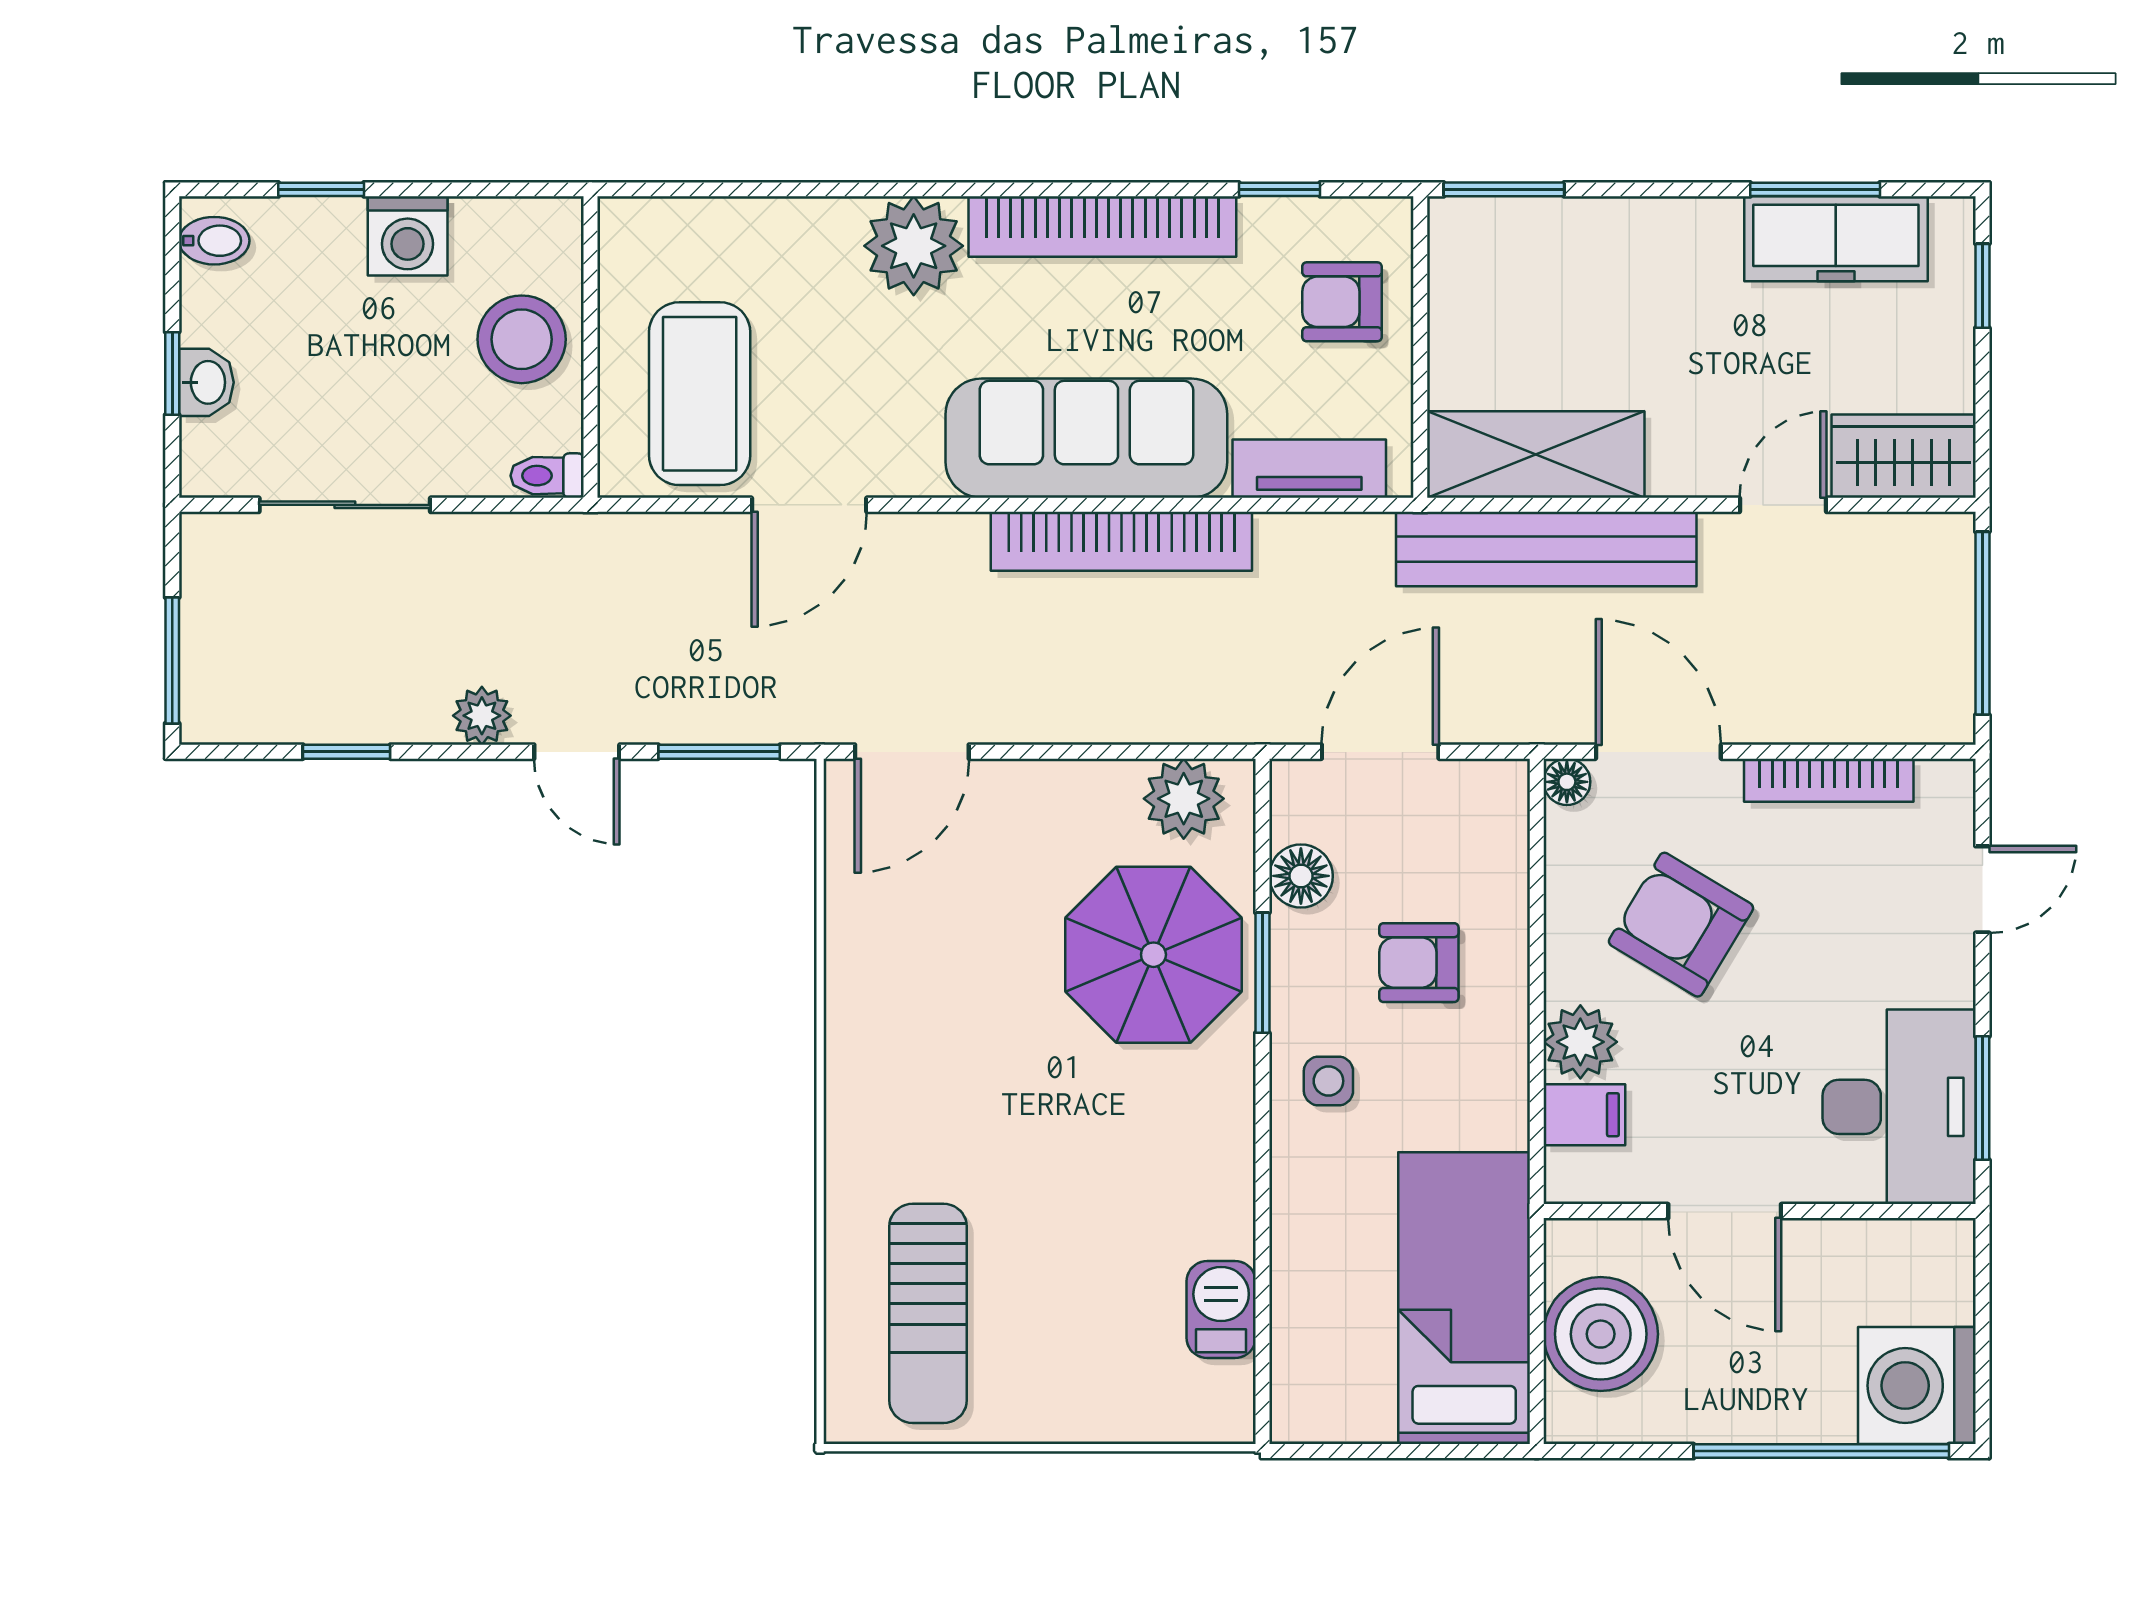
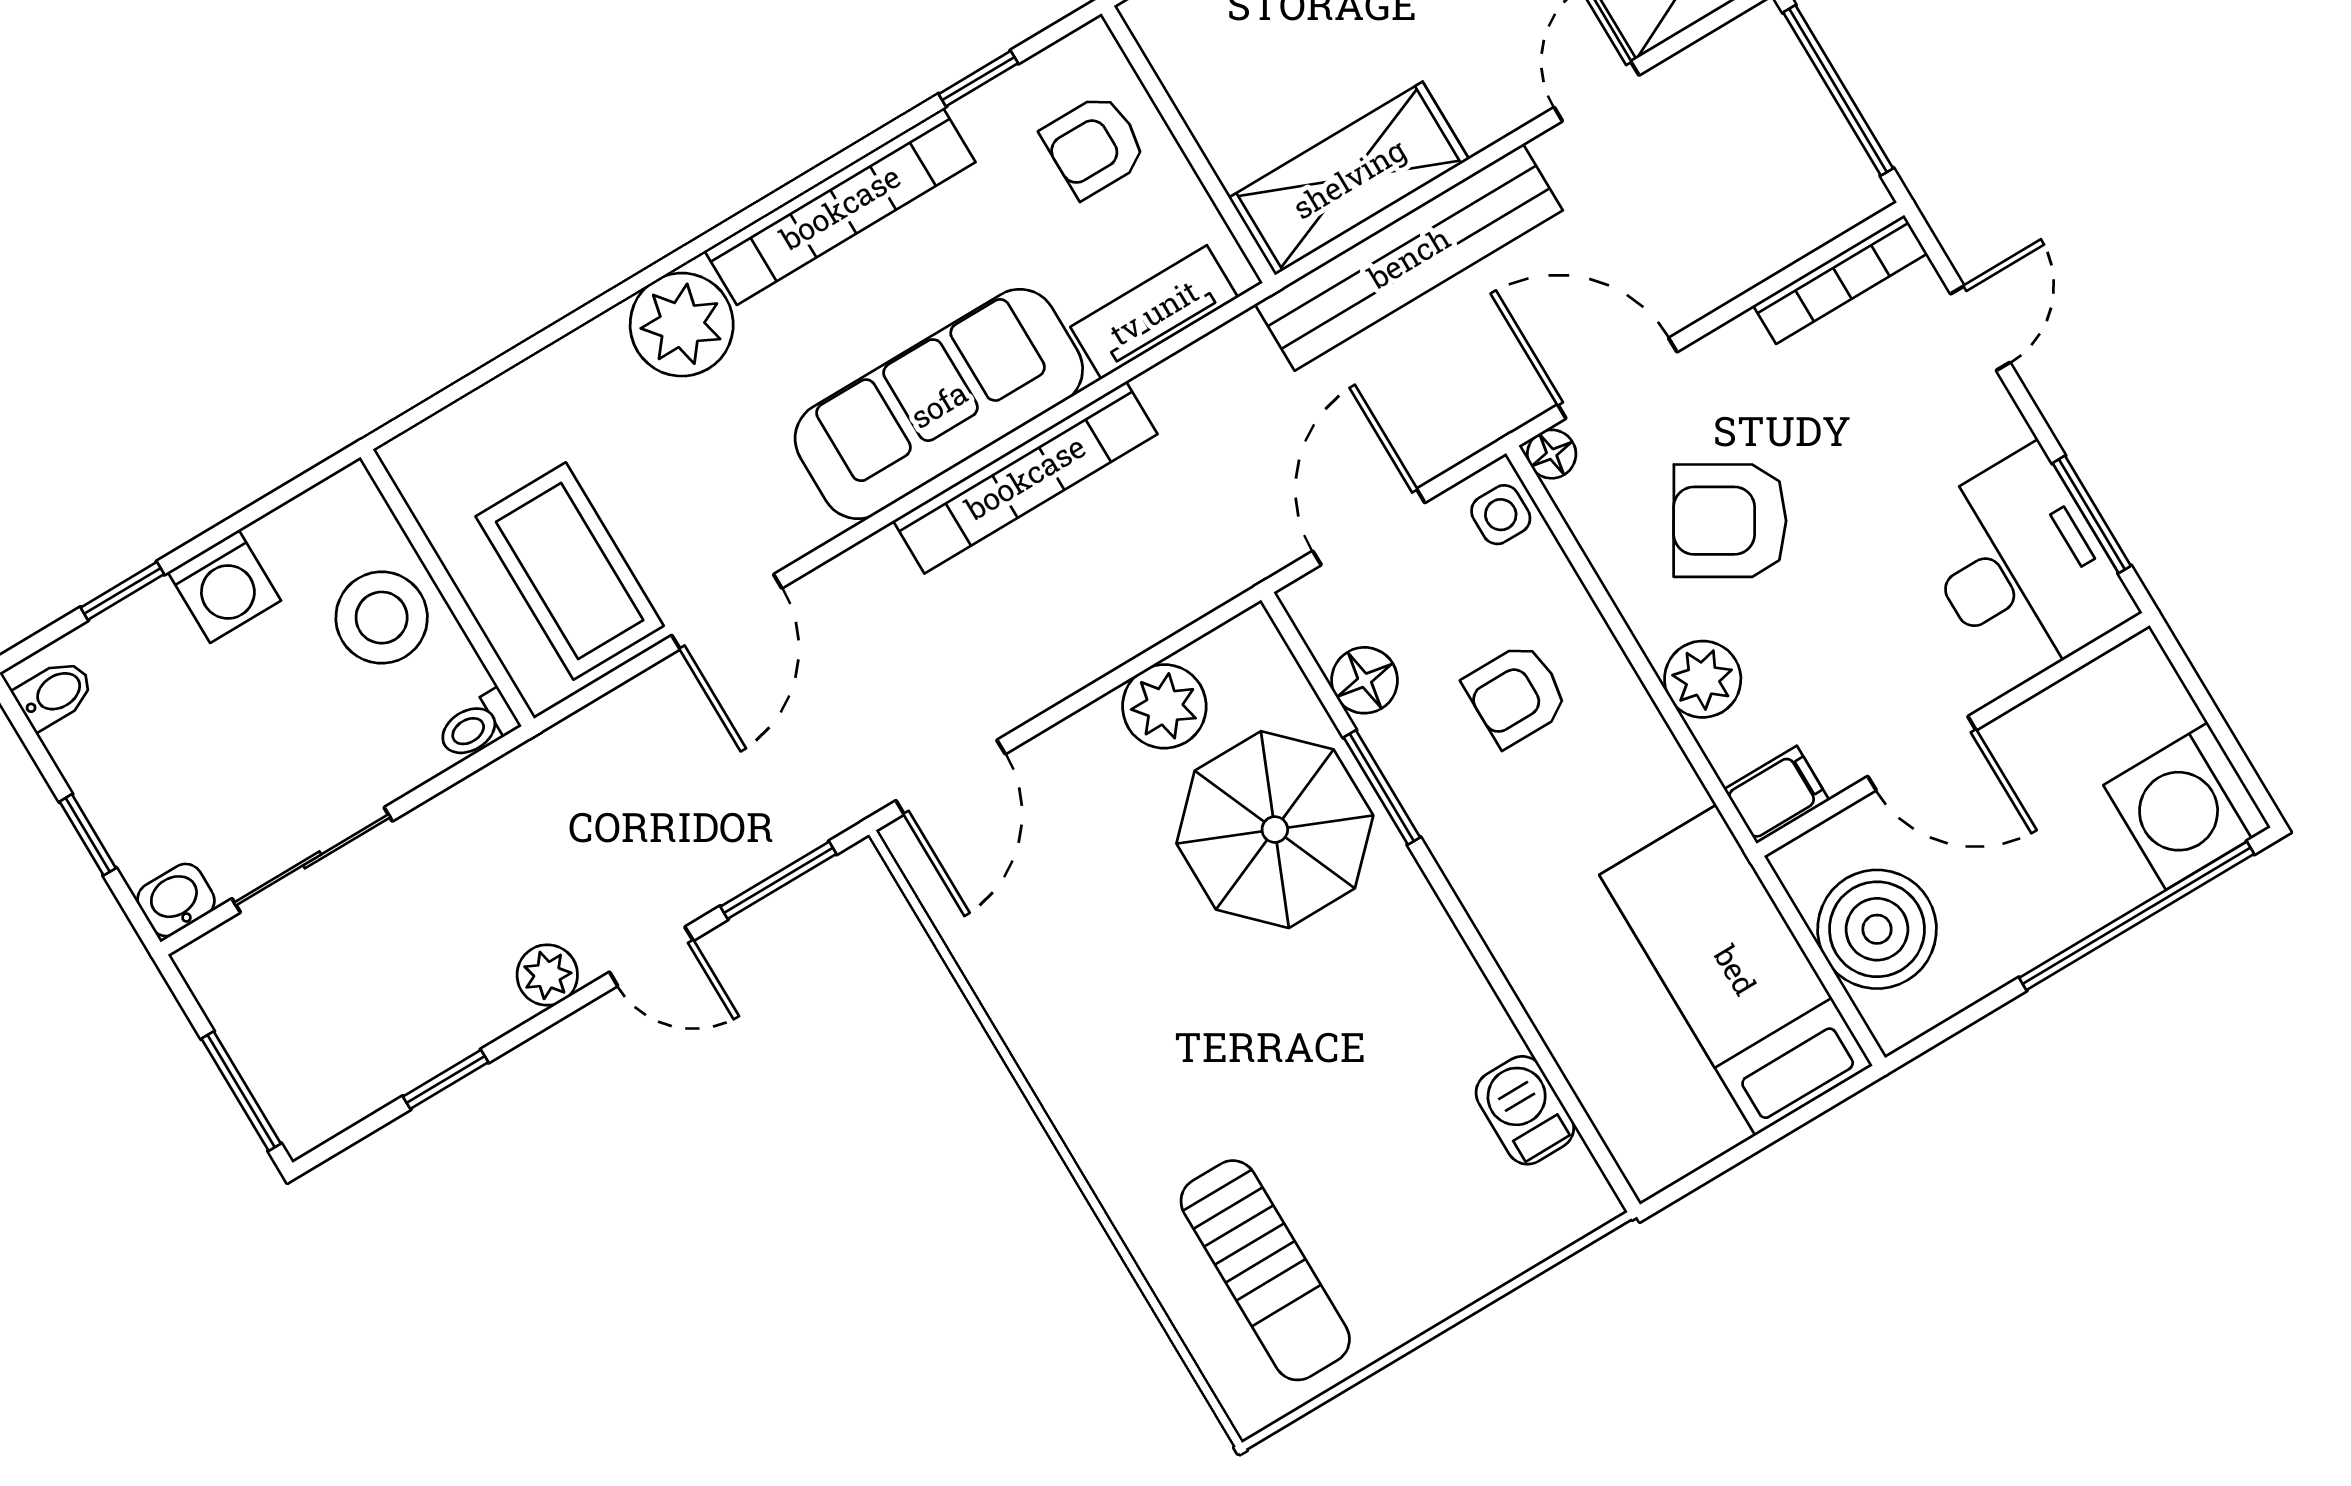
washbasin: (206, 382) -> (176, 900), moved, turned -90
bookcase: (1829, 780) -> (1840, 279), moved
plant: (1184, 799) -> (1164, 706), moved
side table: (1328, 1081) -> (1501, 515), moved
filing cabinet: (1584, 1115) -> (1777, 795), moved

